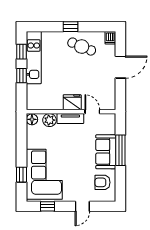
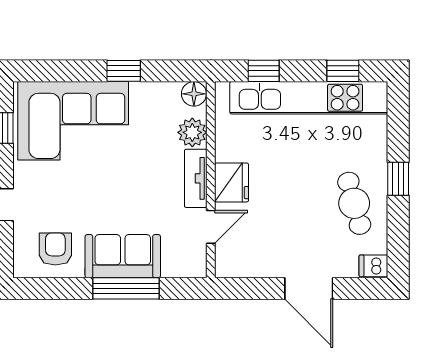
cafe table: (82, 47) -> (354, 203), turned -38
kitchen unit: (34, 58) -> (309, 98), width x1.36
window: (22, 76) -> (264, 71), moved
window: (22, 175) -> (124, 71), moved

